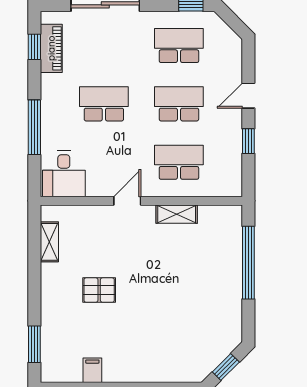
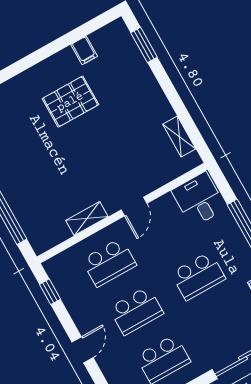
window: (248, 141) -> (50, 292), moved
pallet: (99, 290) -> (70, 102), moved, width x1.50, depth x1.42

